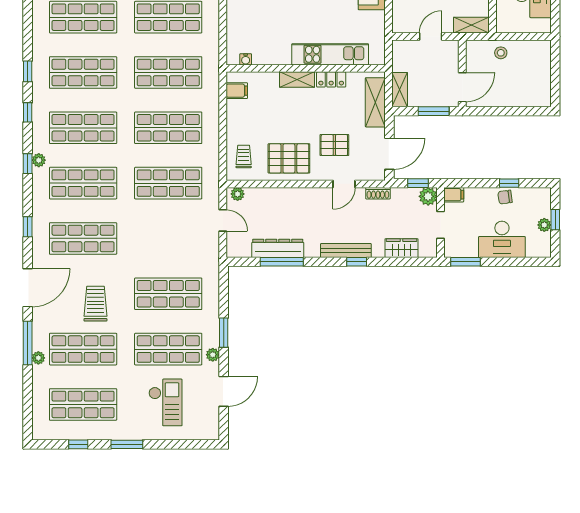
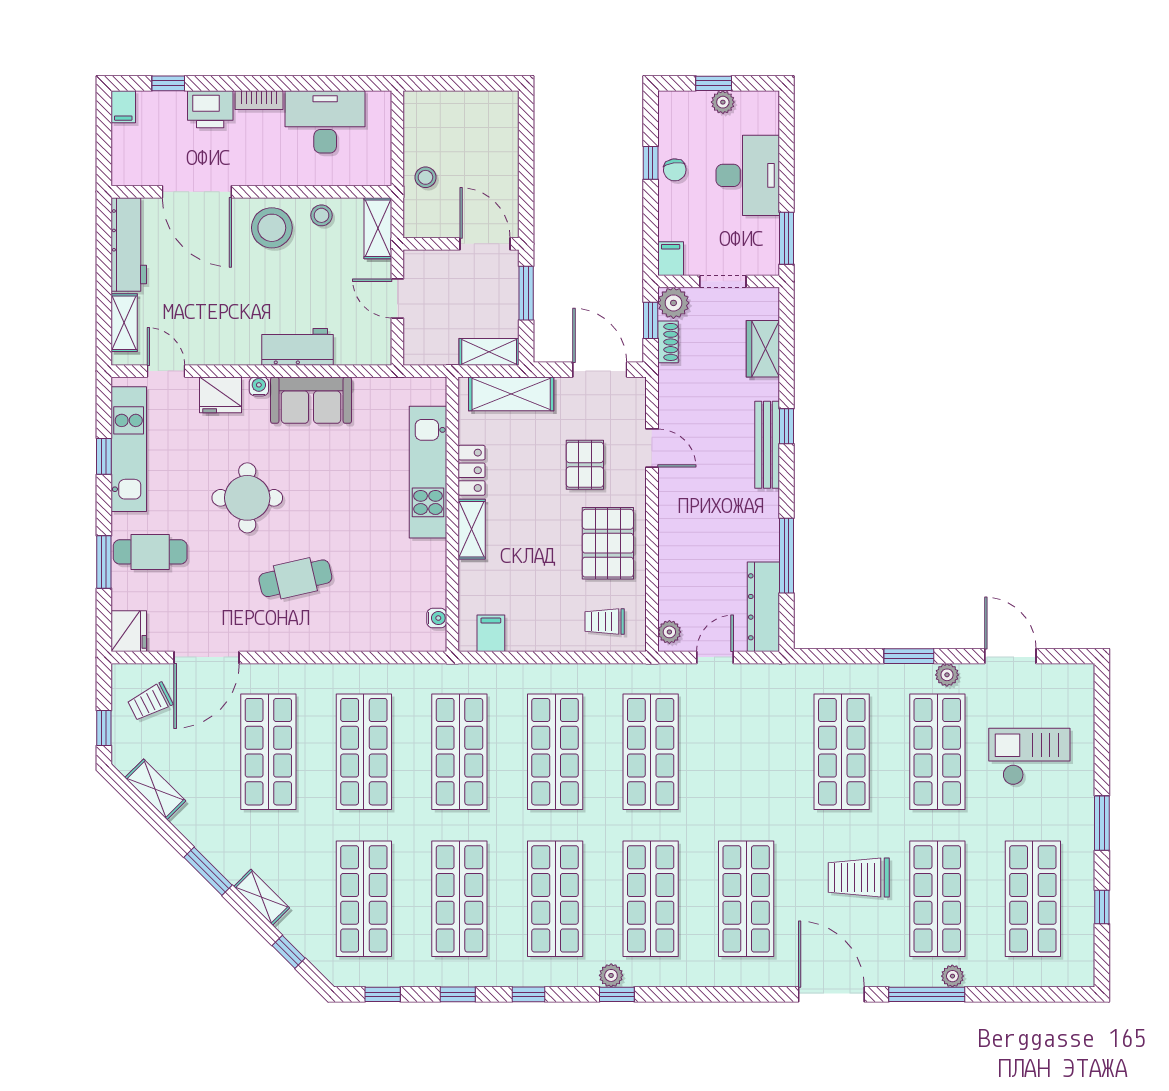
shoe rack: (378, 193) -> (668, 342), moved
window: (28, 227) -> (383, 994), moved
dresser: (278, 248) -> (763, 607), moved

